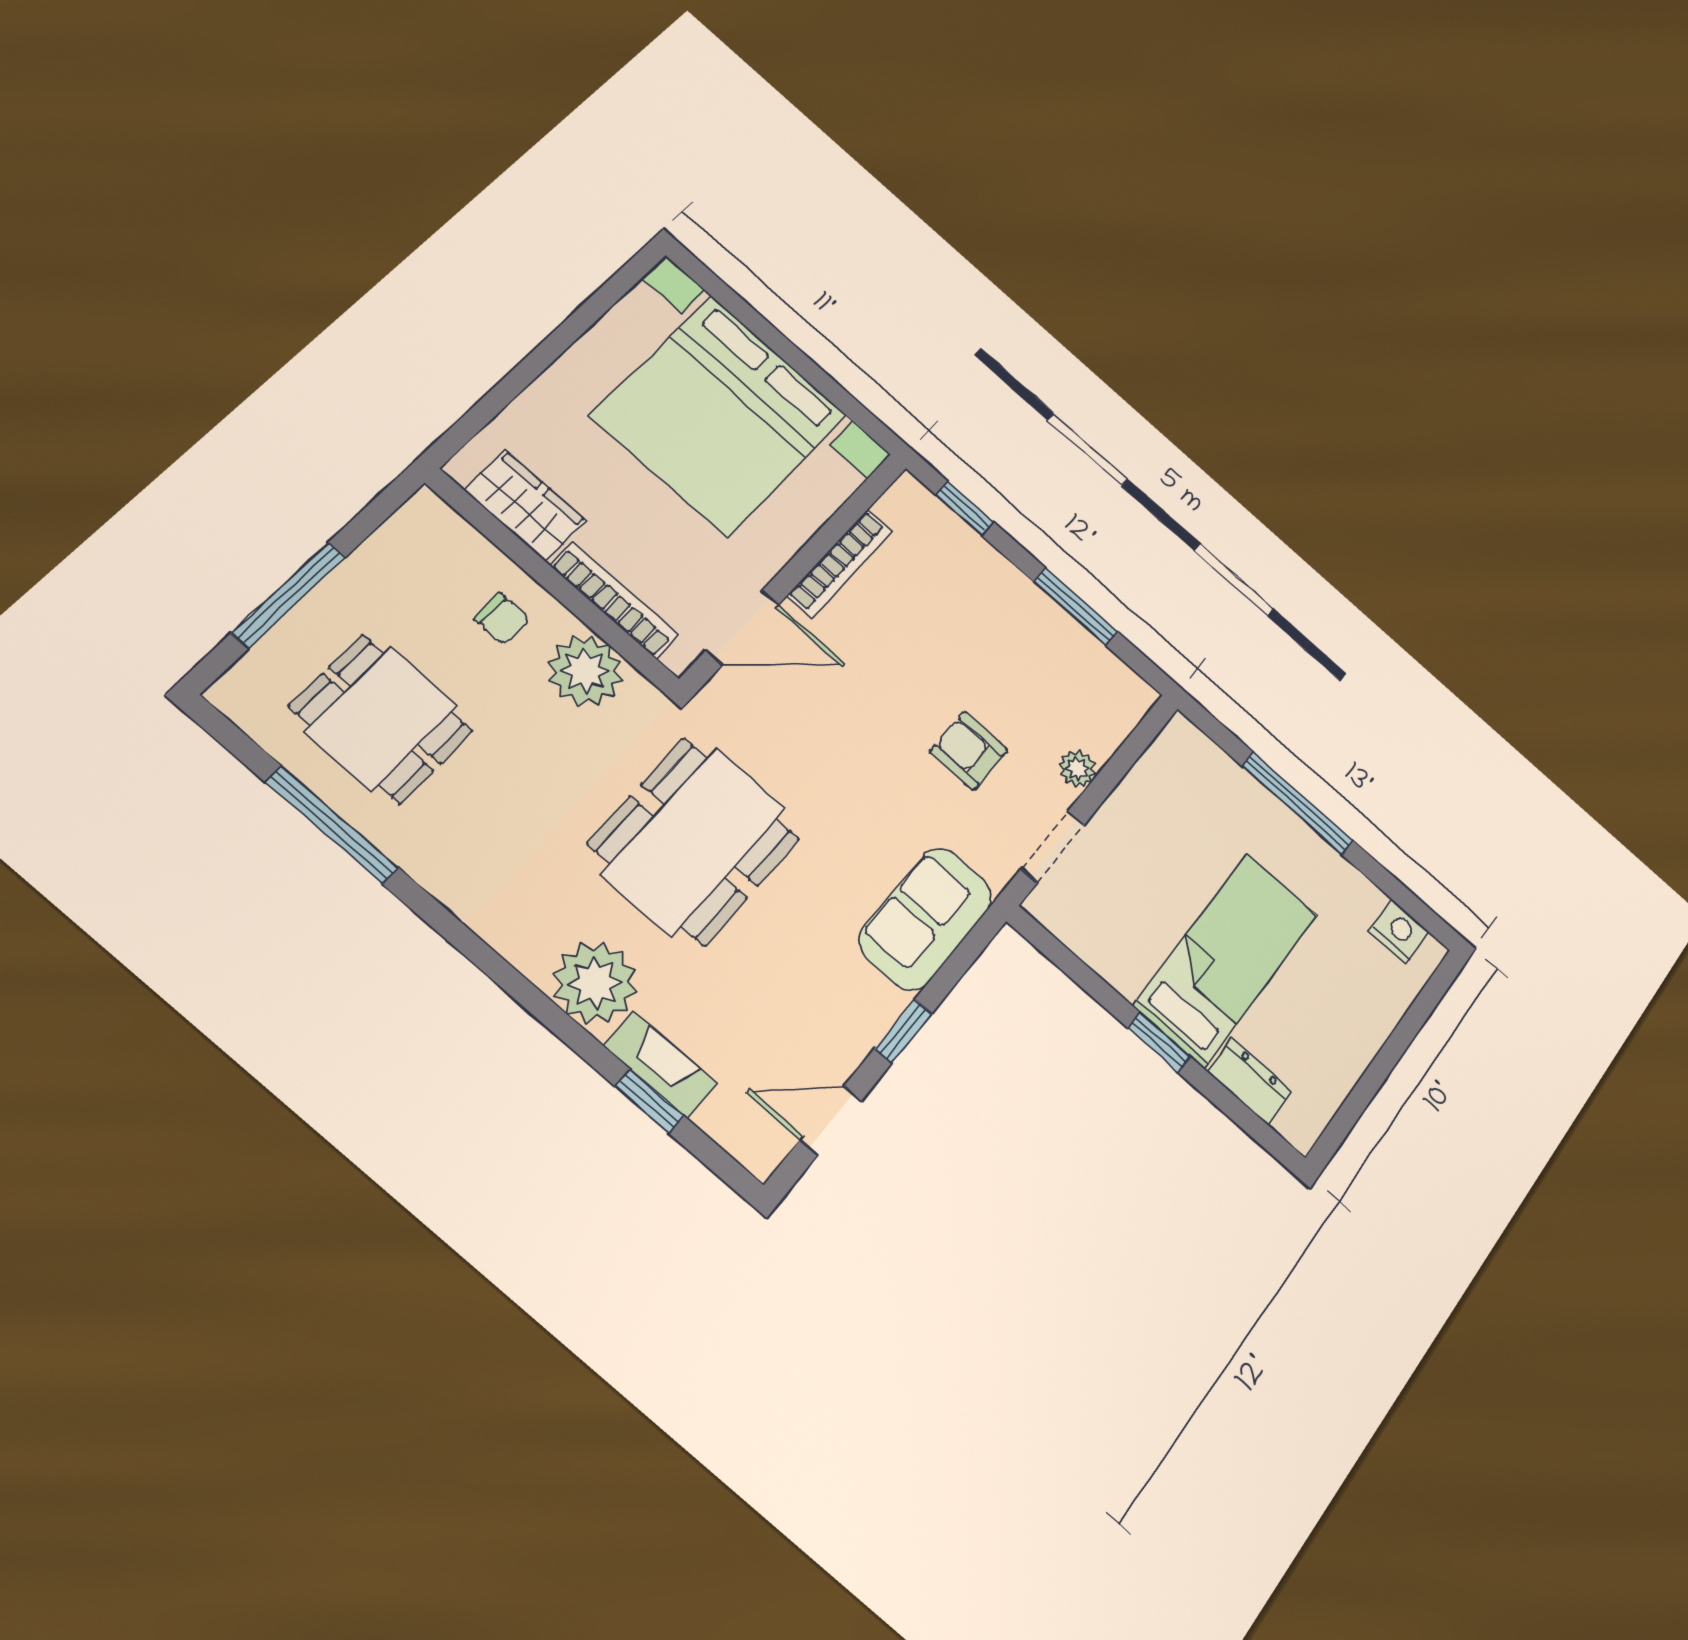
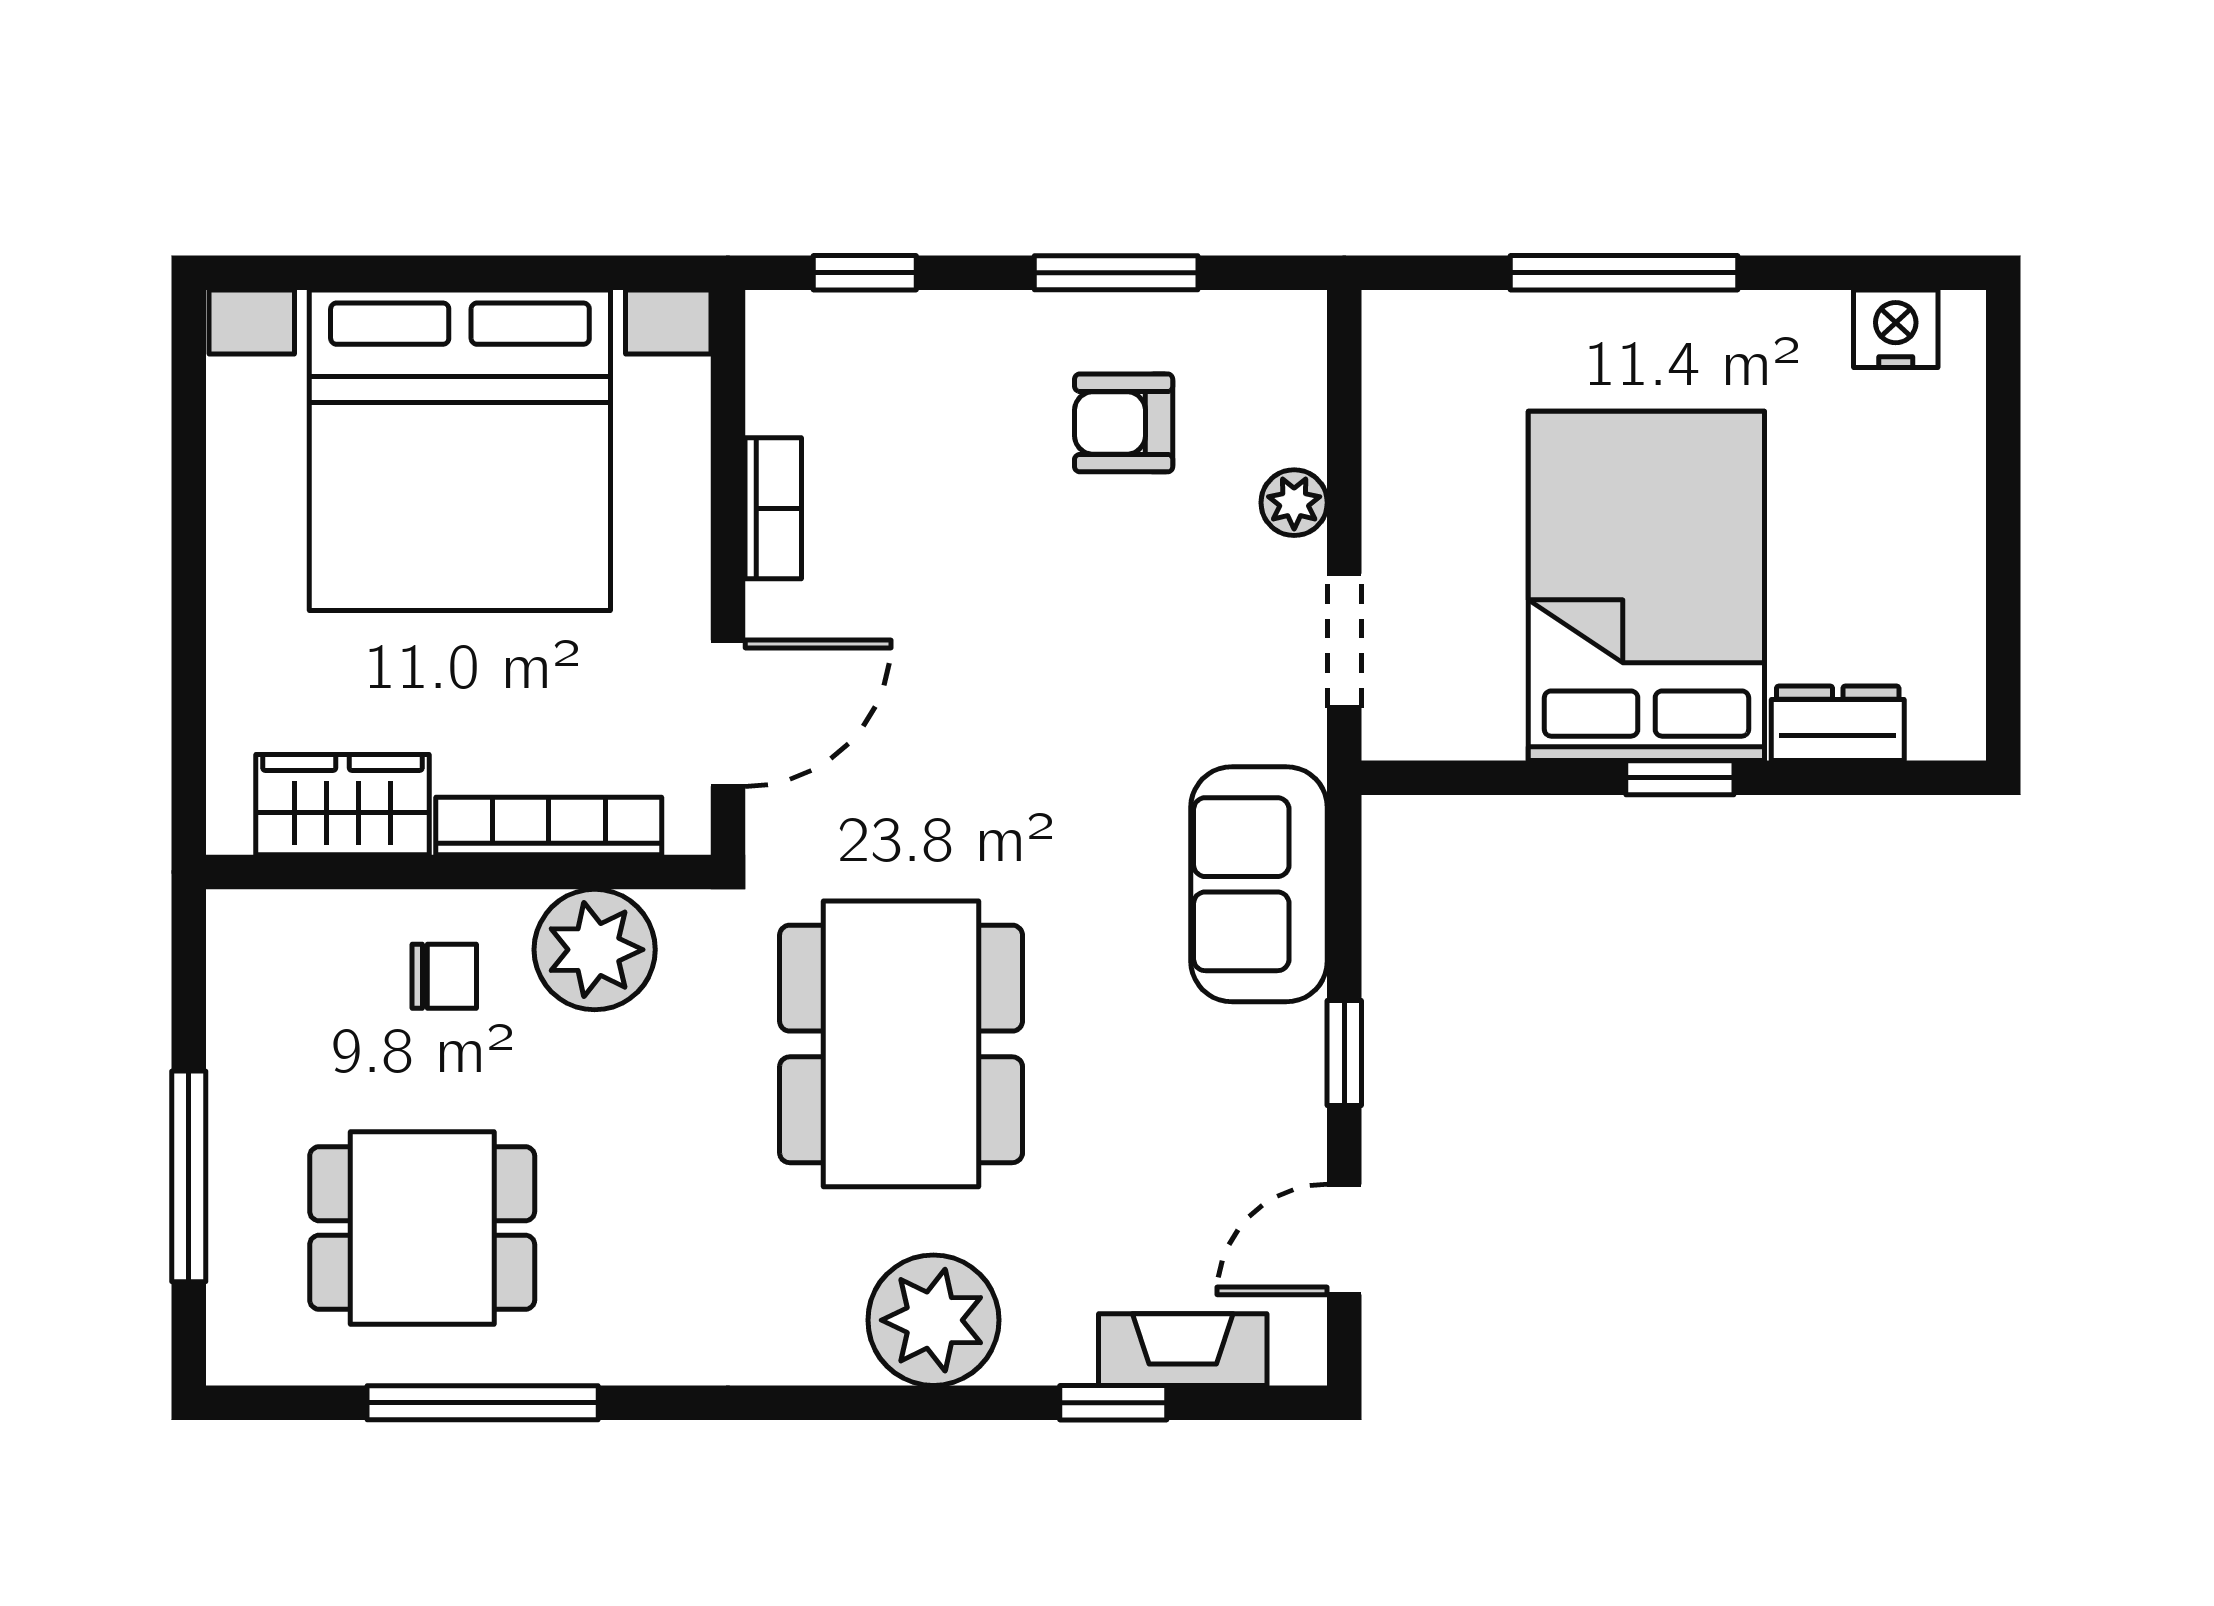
bookcase: (840, 563) -> (773, 508), width x0.64
armchair: (969, 751) -> (1124, 423), moved
bed: (1226, 960) -> (1646, 586), width x1.50
fireplace: (660, 1065) -> (1183, 1350), moved

